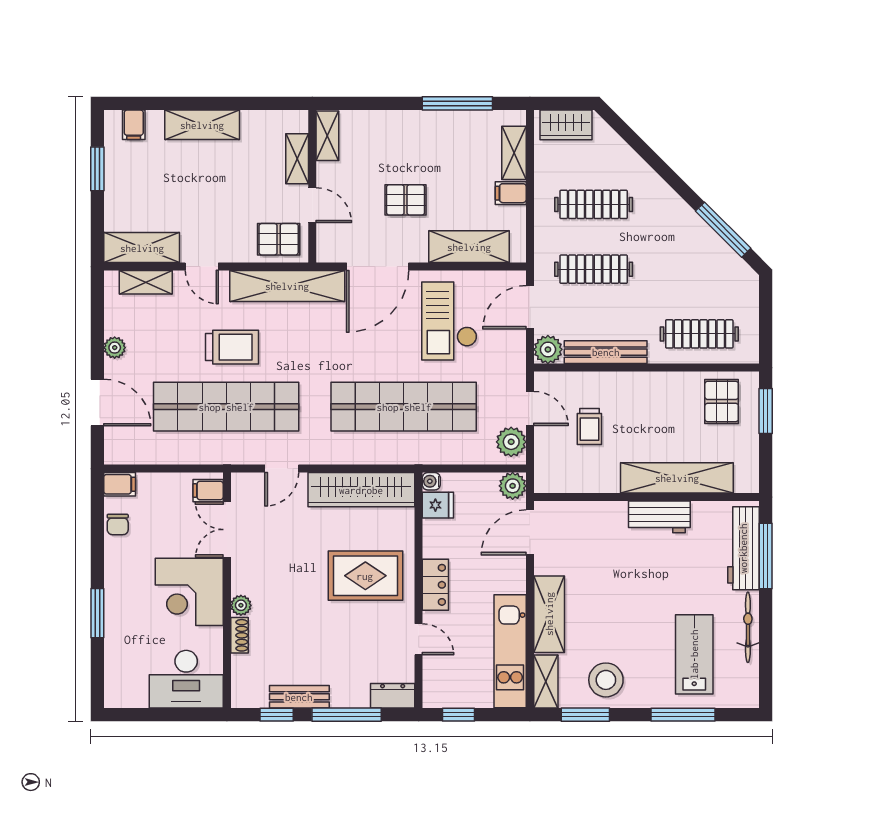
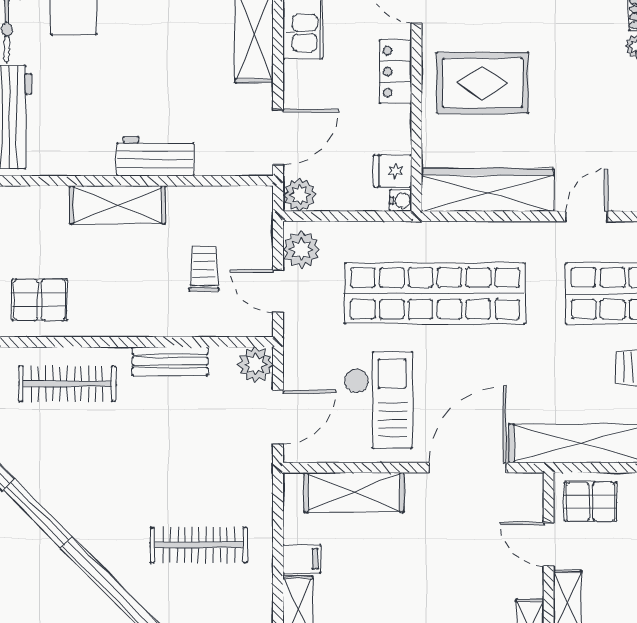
pallet: (406, 200) -> (433, 551), removed
clothes rail: (594, 269) -> (199, 464), removed
bench: (606, 352) -> (170, 361), width x0.73
pallet: (722, 401) -> (39, 300), turned 90
shelving: (677, 478) -> (117, 205), width x0.68
workbench: (659, 517) -> (155, 156), moved

